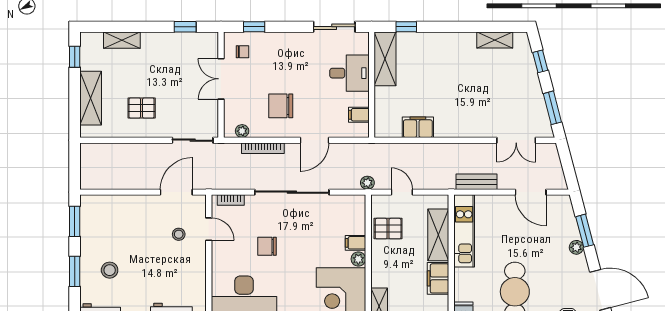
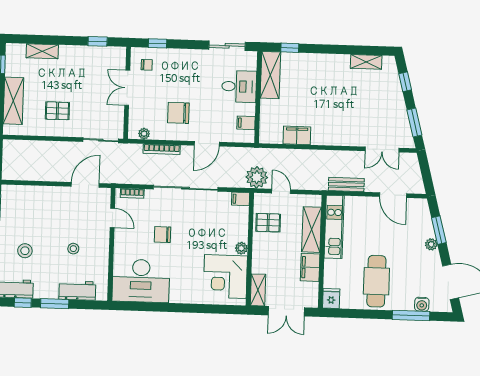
plant: (367, 183) -> (257, 177), width x1.87, depth x1.87
stool: (179, 234) -> (73, 249), moved
filing cabinet: (355, 243) -> (241, 199), moved

